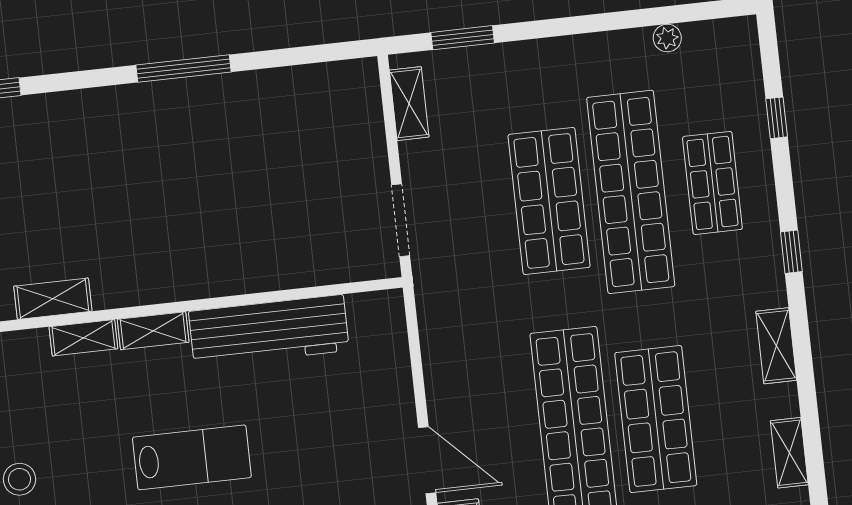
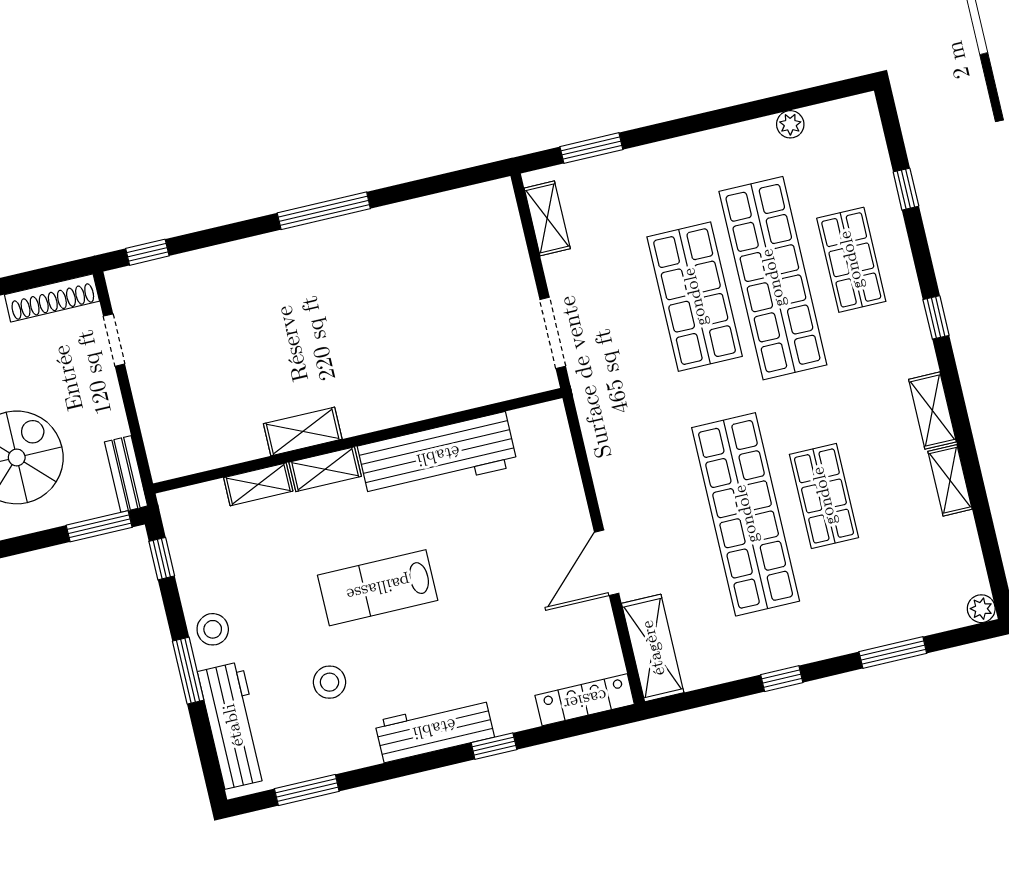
shelving: (53, 299) -> (303, 431), moved
shop shelf: (656, 419) -> (824, 496), width x0.70, depth x0.74
shelving: (789, 453) -> (950, 480), moved
lab bench: (192, 457) -> (378, 588), turned 180
door: (427, 460) -> (607, 563), swing flipped

